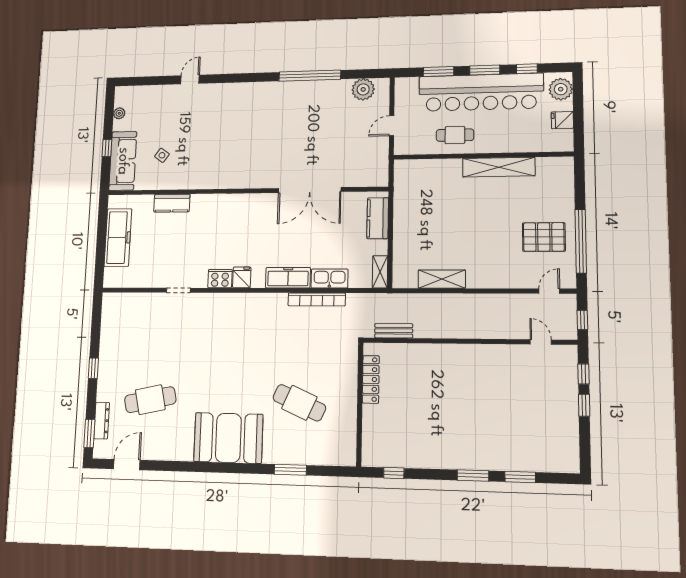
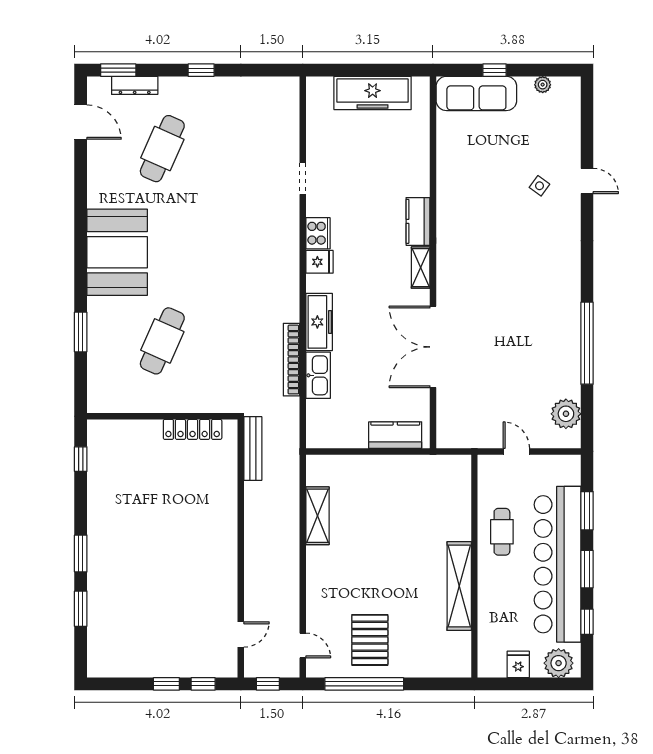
side table: (162, 155) -> (539, 186), moved
kitchen counter: (172, 203) -> (418, 221), moved
shelving: (380, 272) -> (421, 268), moved, turned 90
bench: (394, 331) -> (253, 449), width x1.36
cafe table: (150, 400) -> (162, 149), turned 36

